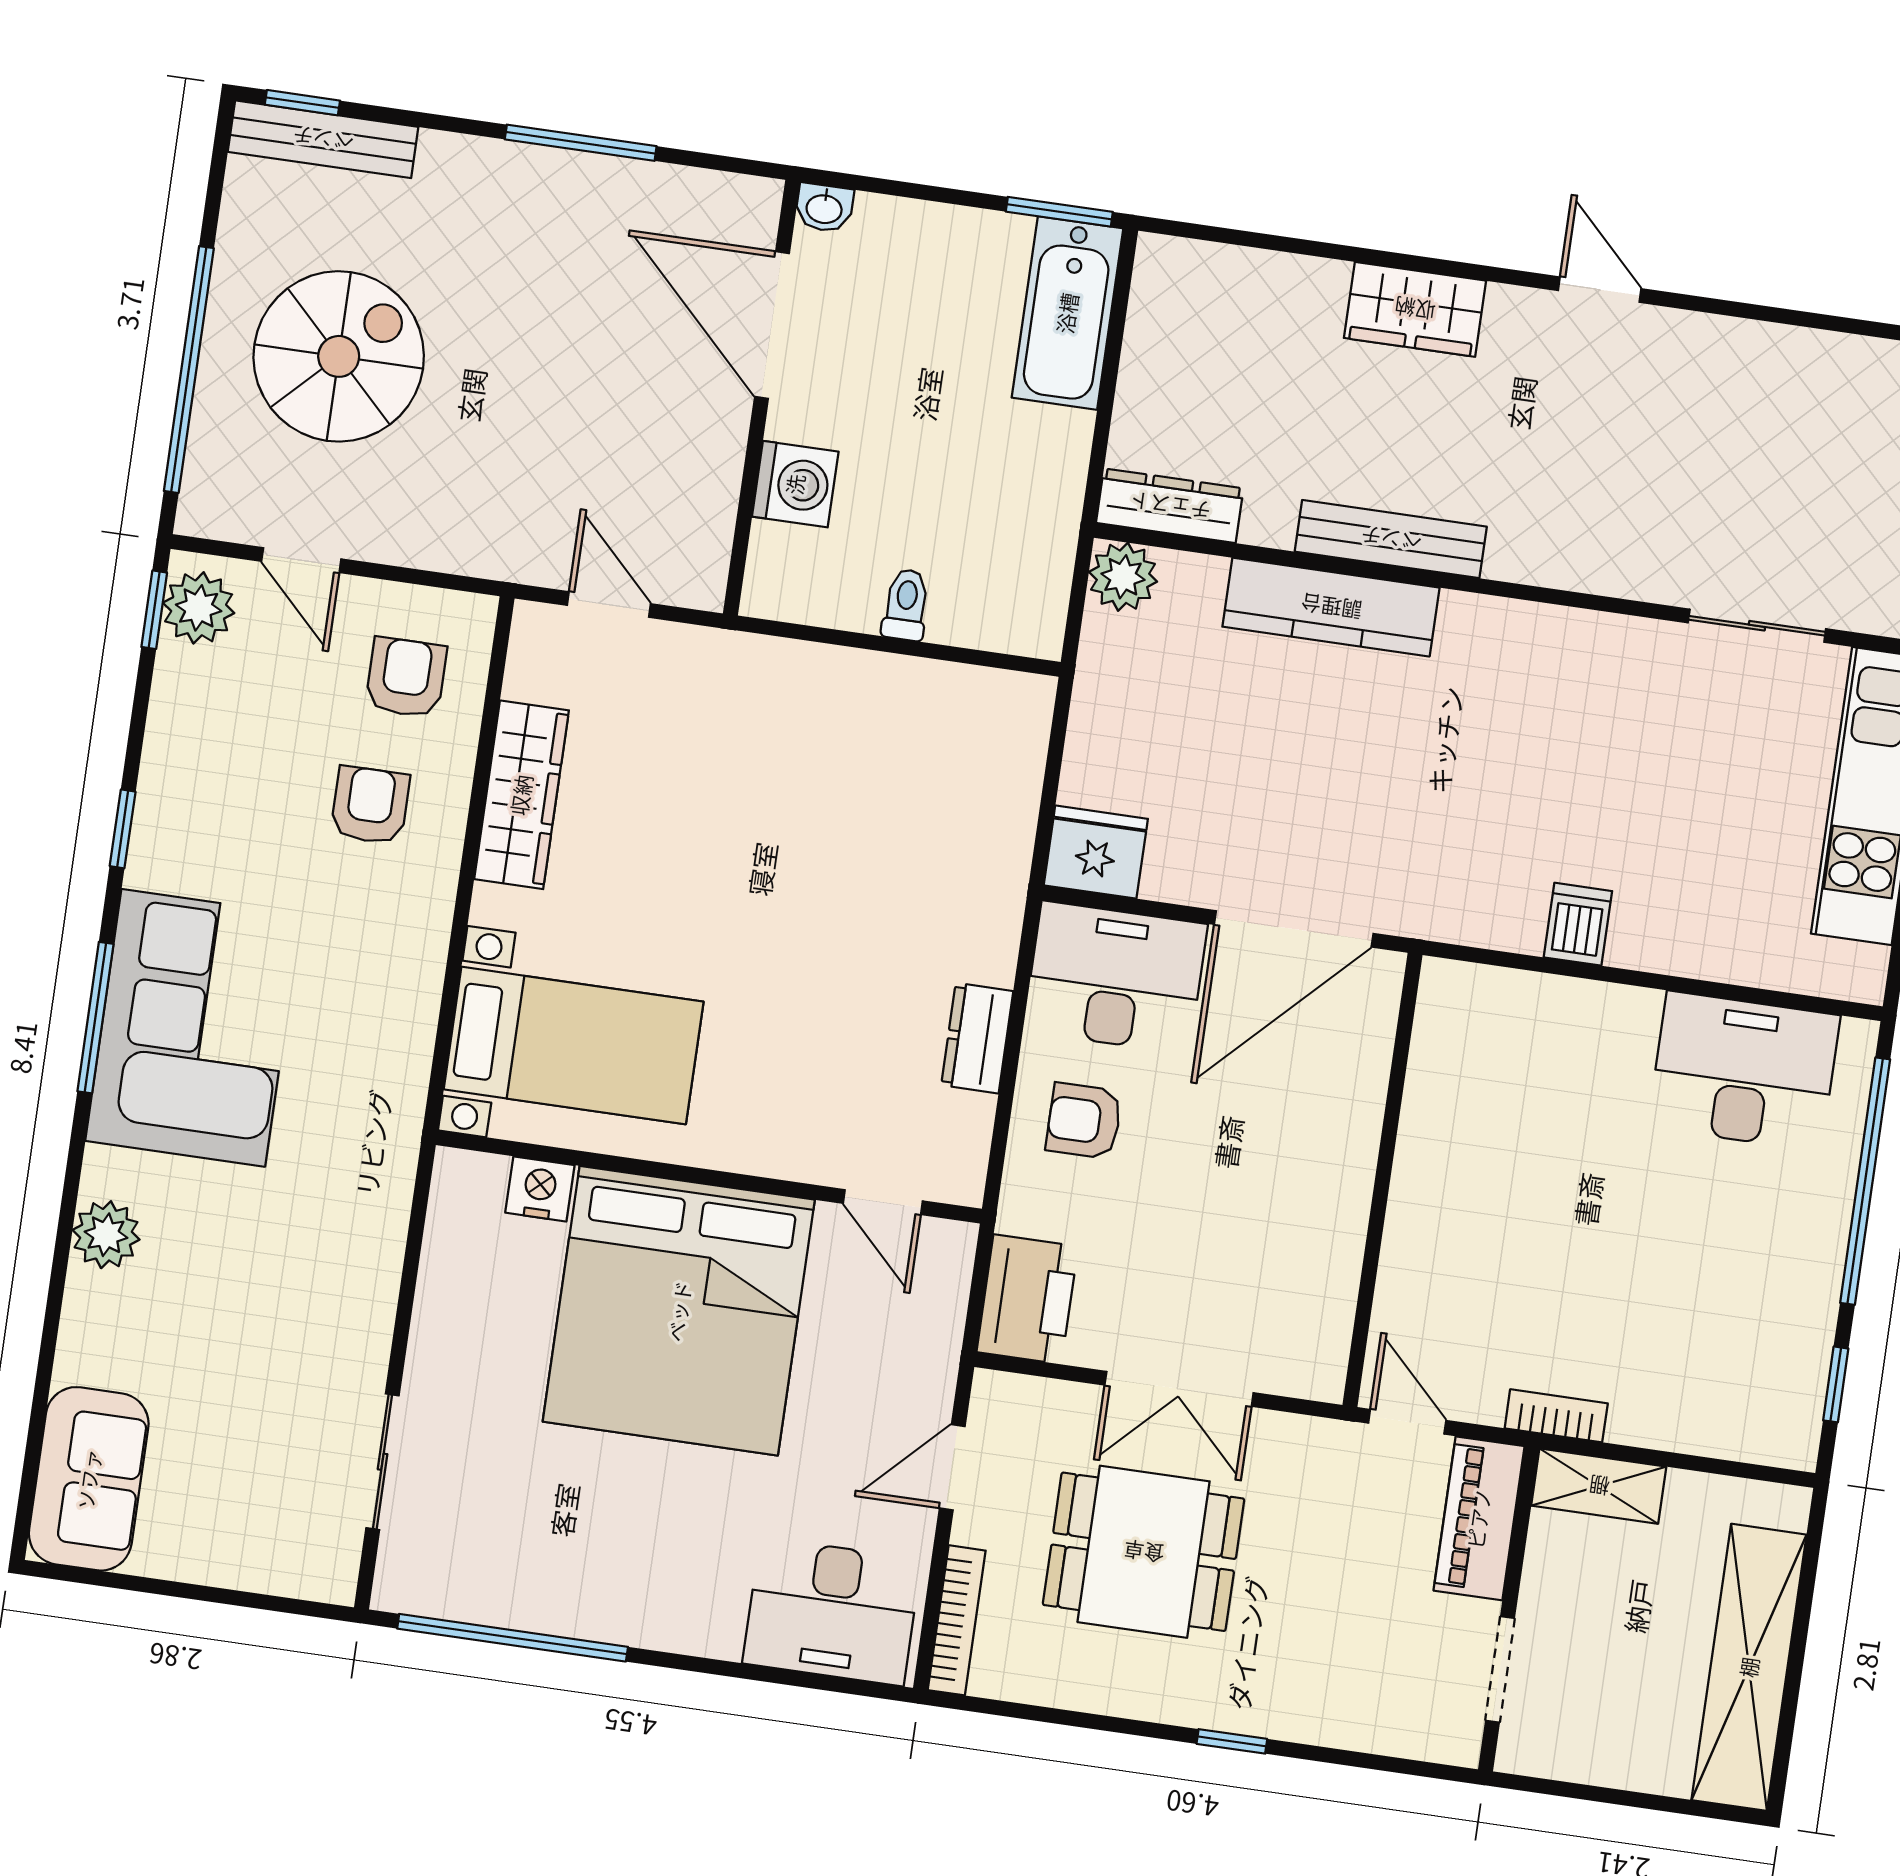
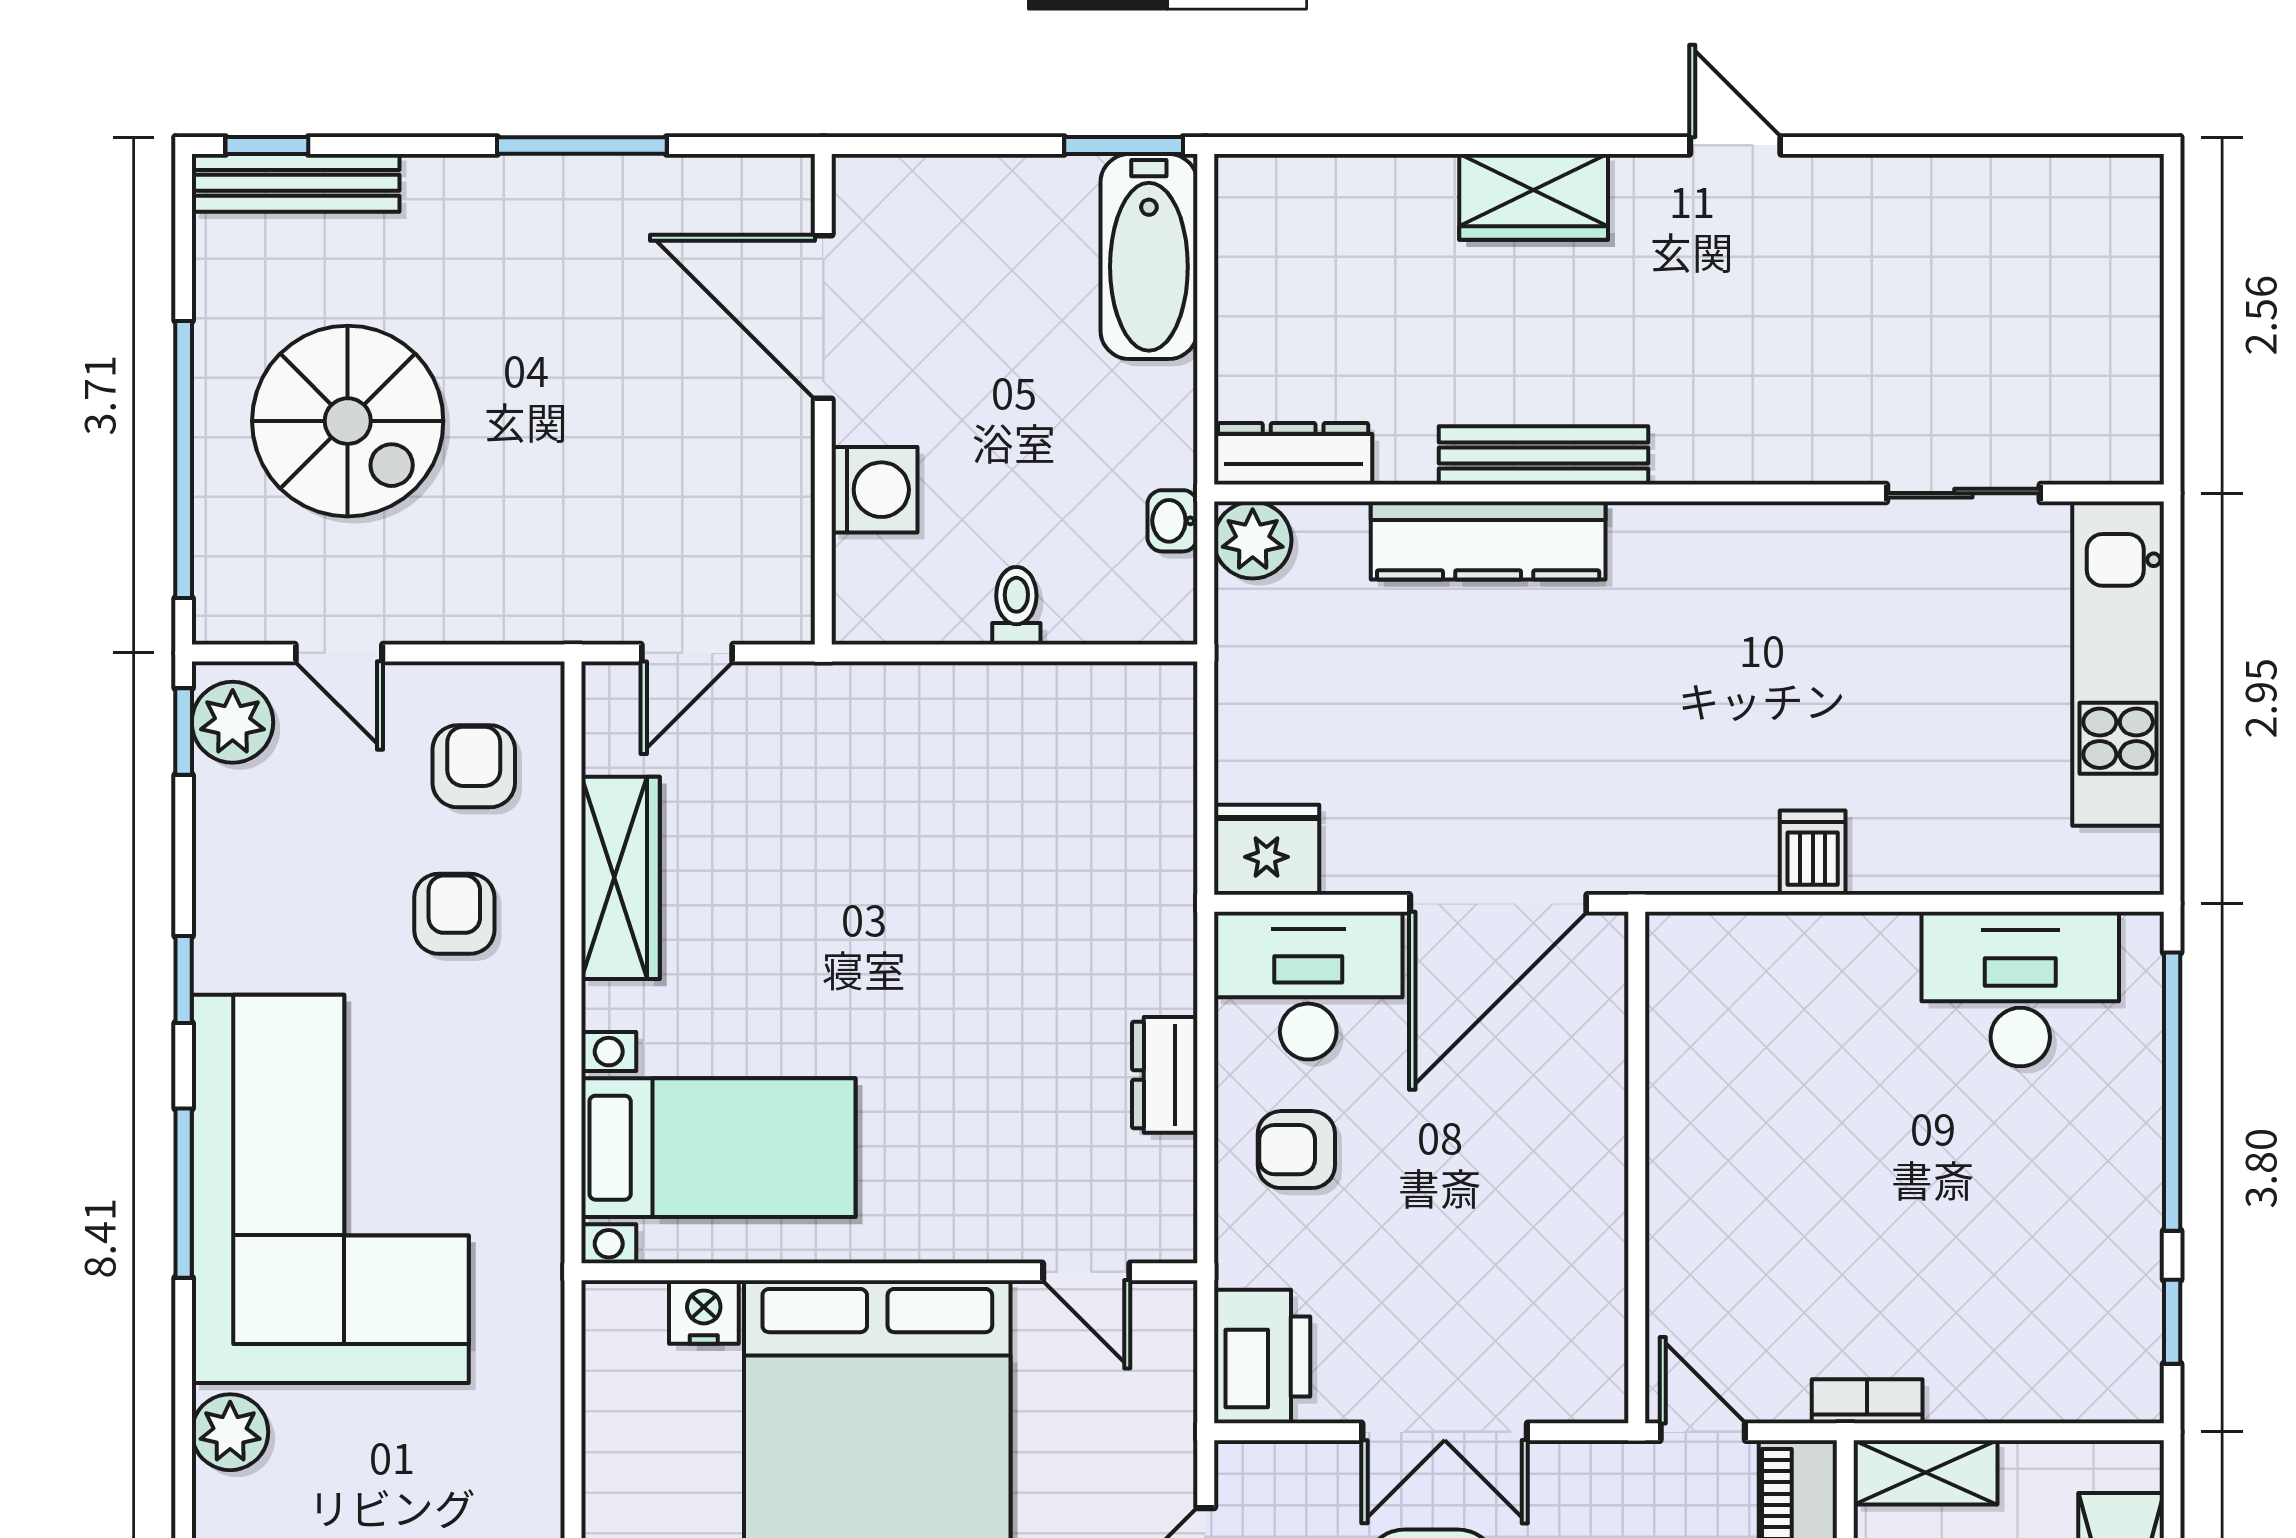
washbasin: (824, 208) -> (1172, 521), moved, turned 90
spiral stairs: (339, 356) -> (348, 421), turned 90
door: (609, 605) -> (687, 653), swing flipped
corner sofa: (193, 1028) -> (330, 1189), width x1.36, depth x1.36

